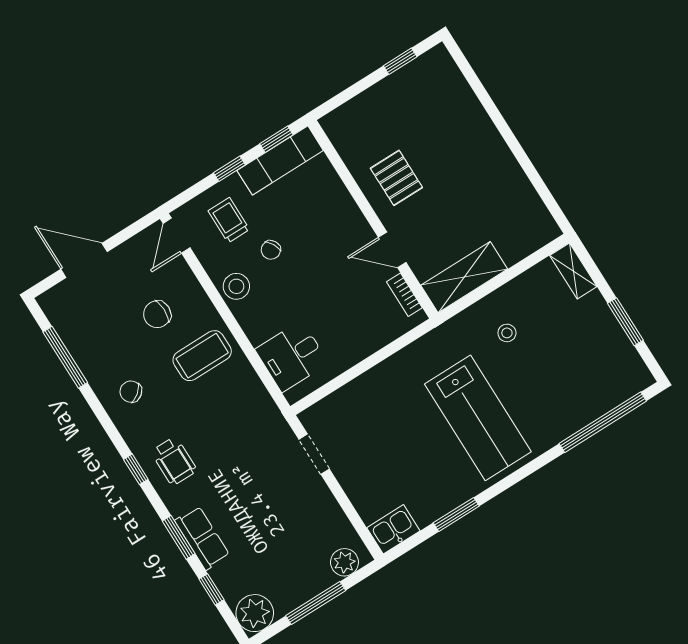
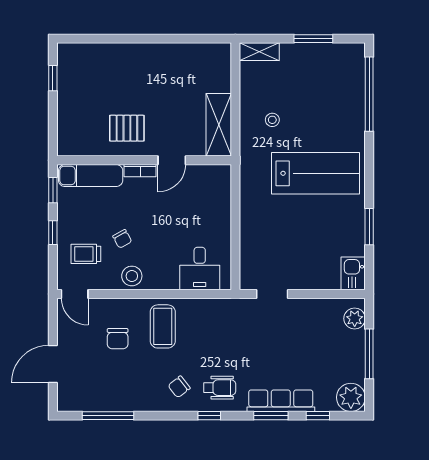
exam couch: (280, 160) -> (91, 176), moved, turned 90
bookcase: (404, 295) -> (140, 171), moved
chair: (131, 392) -> (179, 387), moved
row of seats: (202, 538) -> (281, 401), width x1.48

